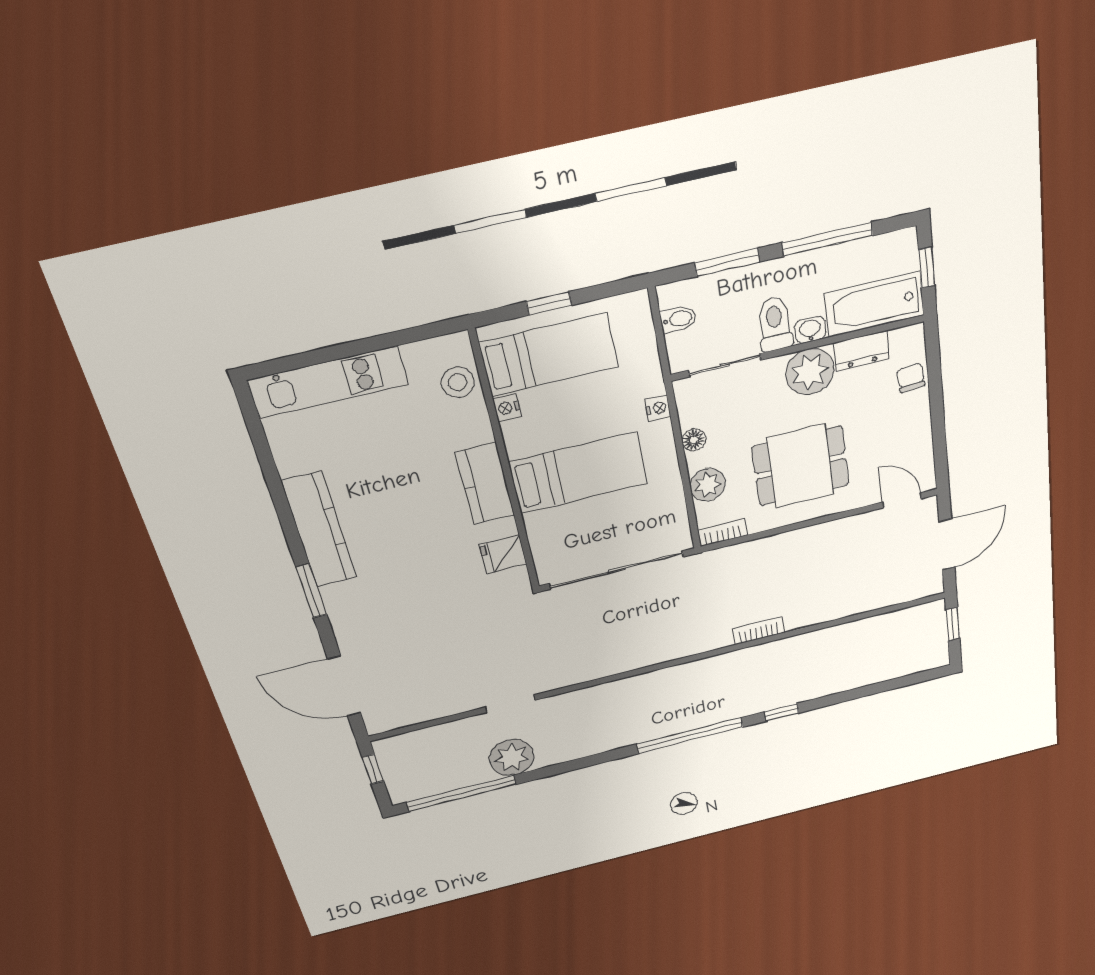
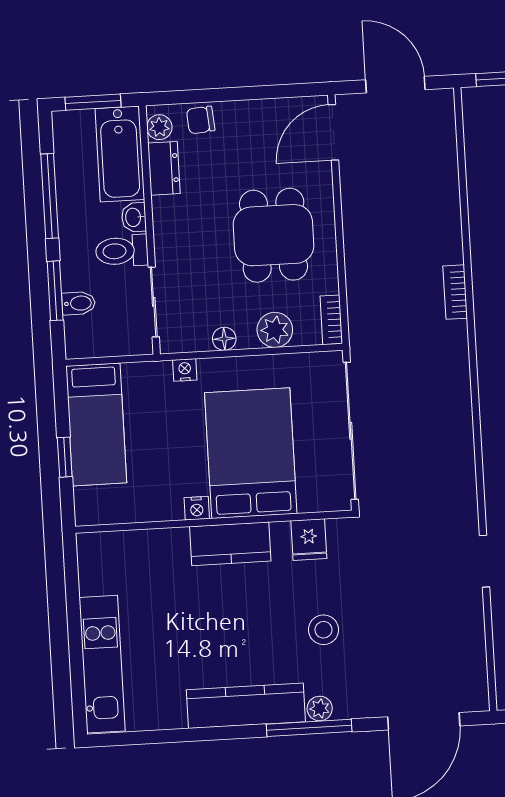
window: (927, 268) -> (93, 102), width x1.50
bidet: (678, 319) -> (79, 303), moved, turned 90
bed: (549, 355) -> (96, 424), moved, turned 180
plant: (810, 372) -> (159, 127), moved, width x0.53, depth x0.53
stool: (458, 382) -> (323, 630), moved
nightstand: (507, 408) -> (197, 508), moved
bed: (578, 473) -> (251, 453), width x1.50
door: (902, 500) -> (333, 132), width x1.38
window: (311, 591) -> (309, 728), width x1.44
plant: (334, 596) -> (320, 708), added

